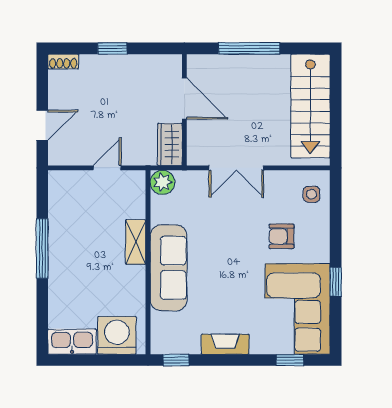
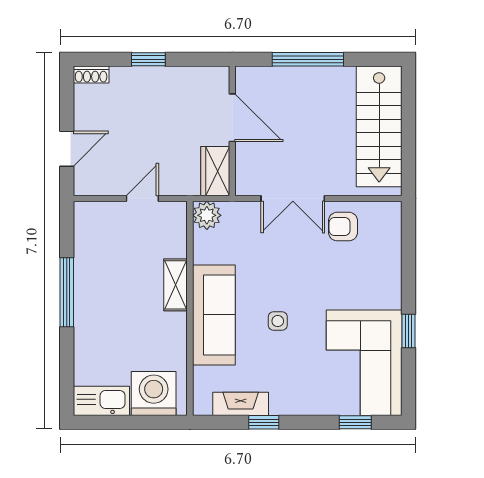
side table: (312, 194) -> (278, 321), moved
armchair: (282, 236) -> (343, 227), moved
fireplace: (225, 344) -> (241, 404), moved
window: (176, 360) -> (264, 422), moved

